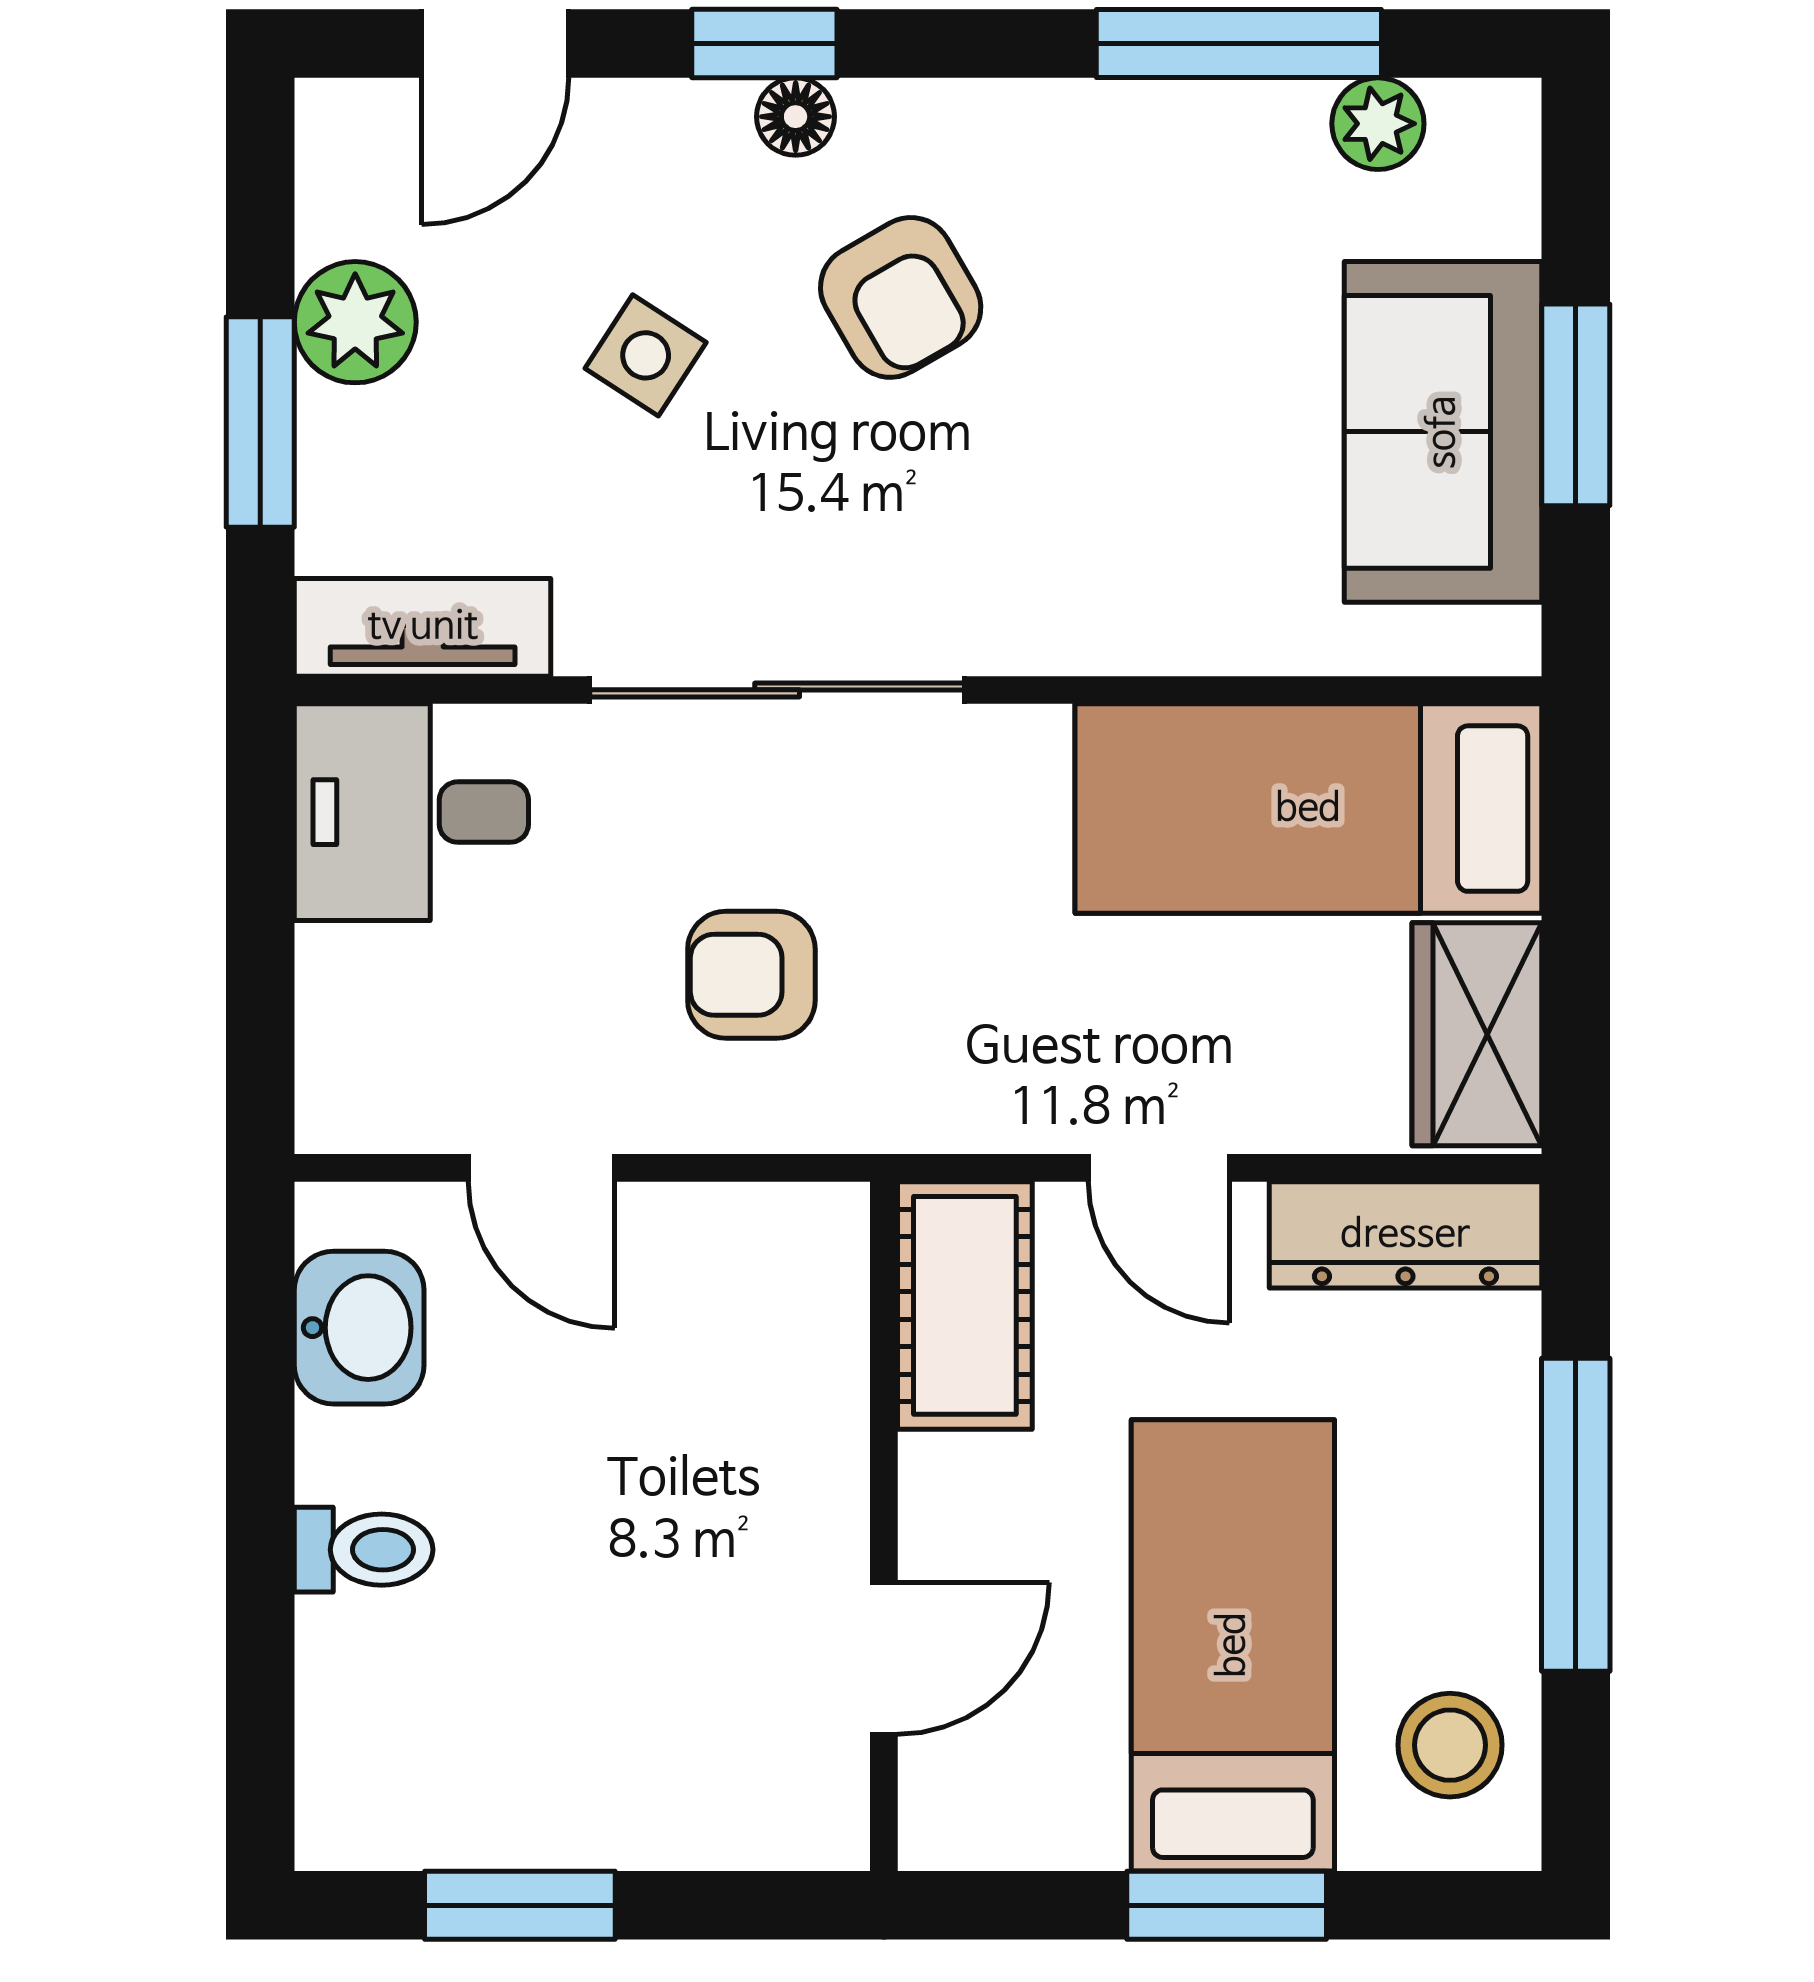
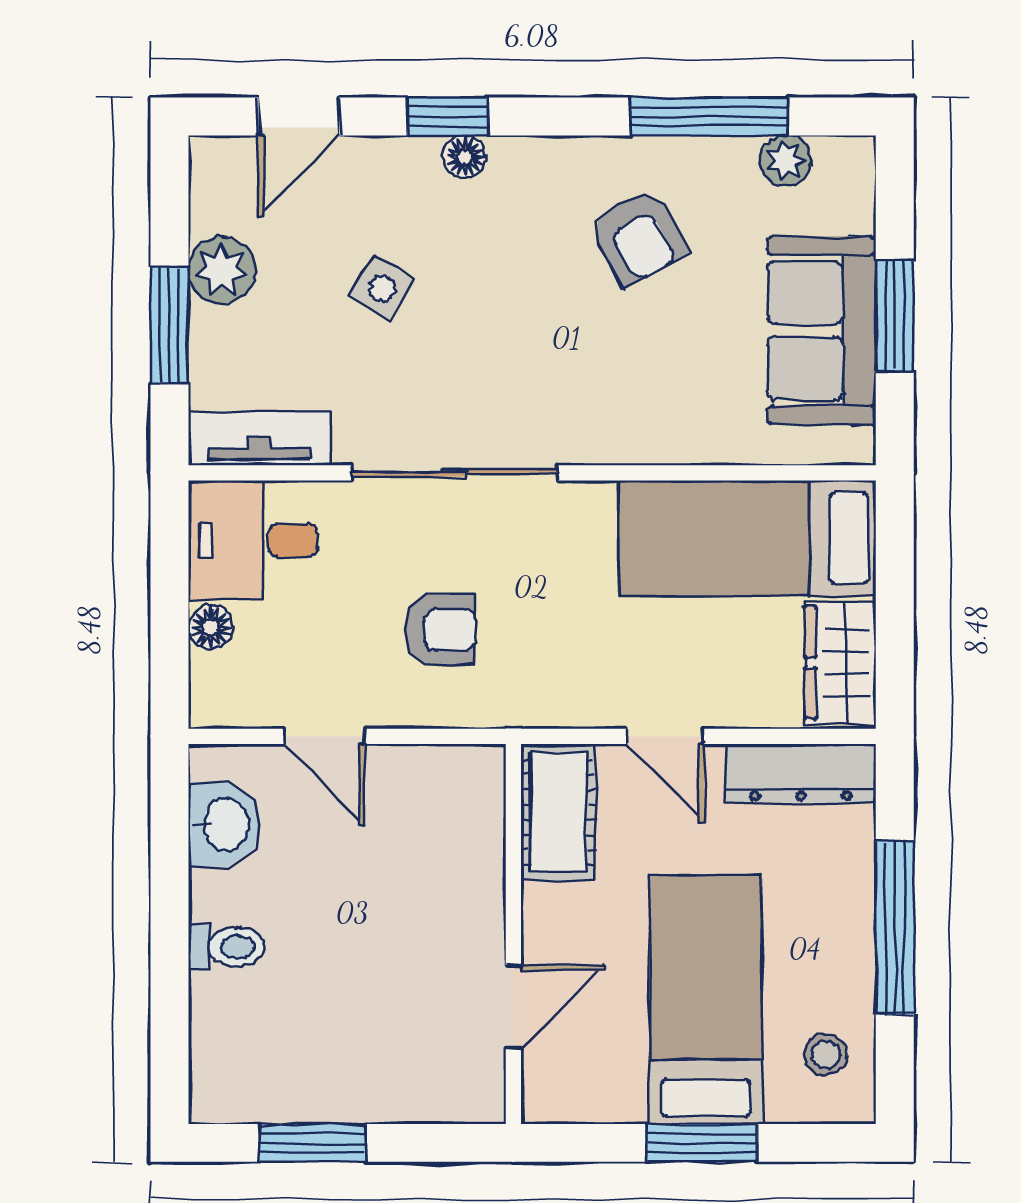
armchair: (901, 297) -> (638, 237), moved
floor lamp: (335, 970) -> (211, 627), added
armchair: (751, 975) -> (440, 630), turned 180
stool: (1450, 1745) -> (825, 1055), width x0.73, depth x0.73

